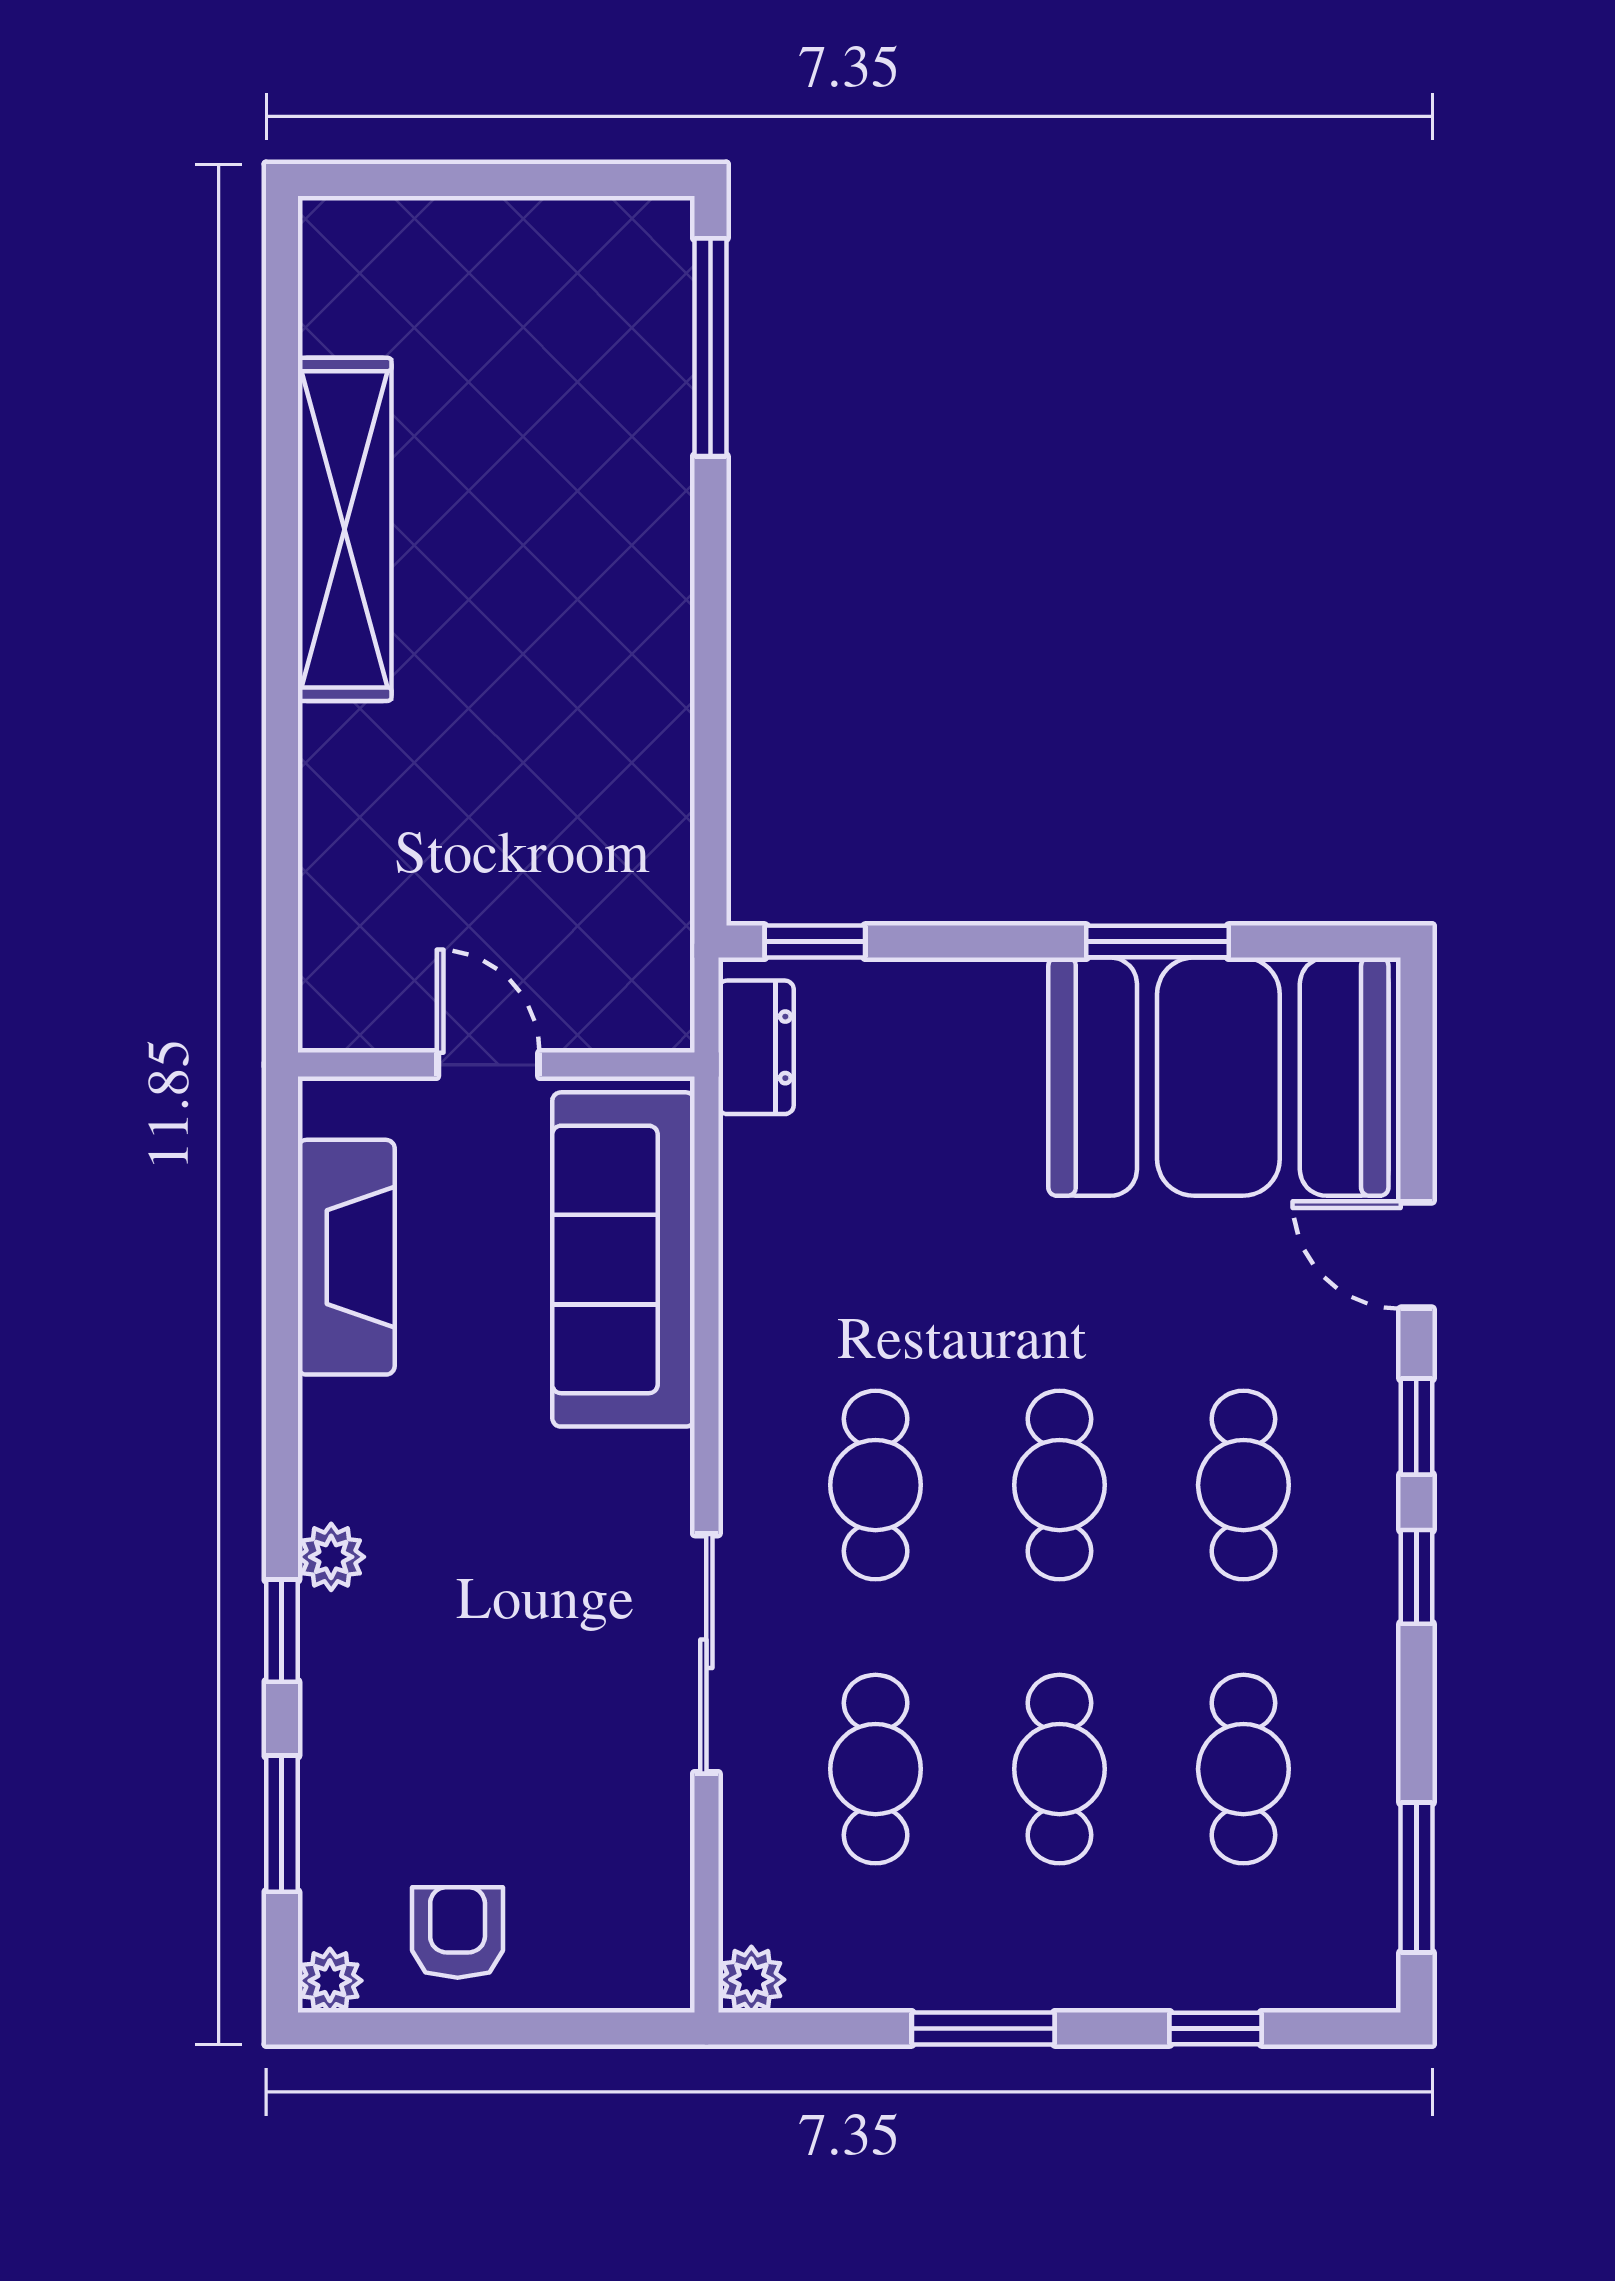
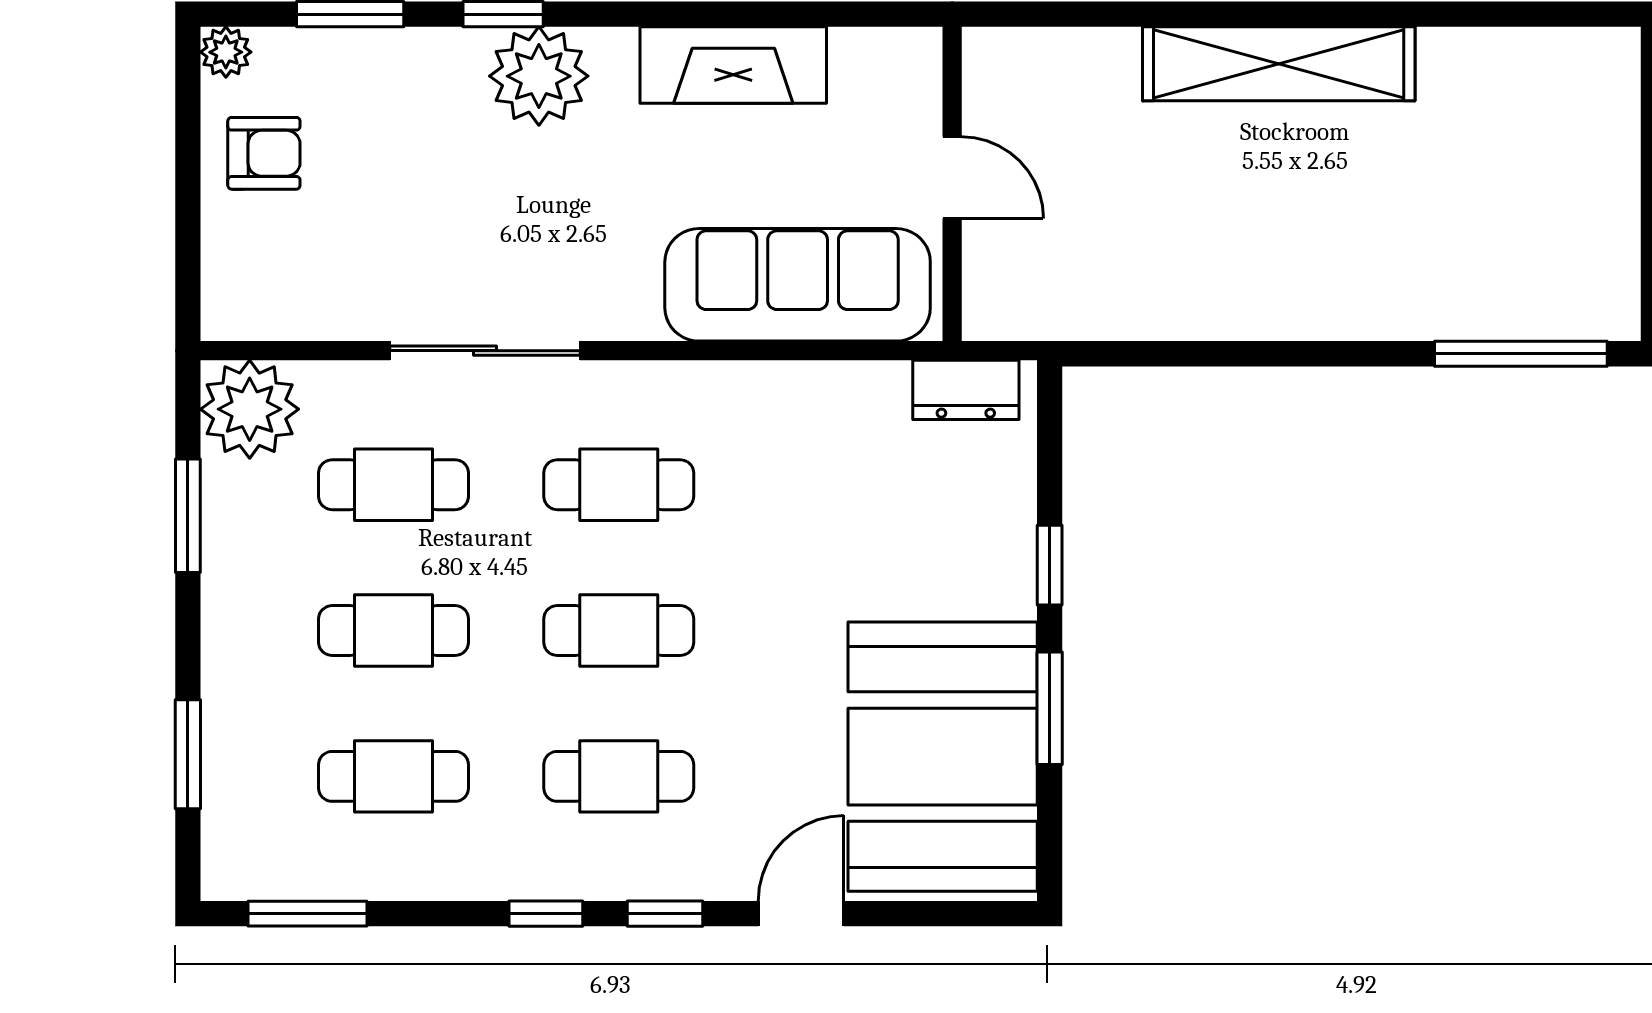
shelving: (345, 529) -> (1279, 64), moved
window: (815, 942) -> (1050, 565), moved
door: (488, 1065) -> (952, 178), hinge flipped
fireplace: (346, 1257) -> (733, 65), moved
plant: (331, 1557) -> (539, 76), width x1.88, depth x1.88
plant: (751, 1980) -> (250, 409), width x1.88, depth x1.88
window: (983, 2028) -> (188, 516), moved
window: (1216, 2028) -> (188, 754), width x1.50

